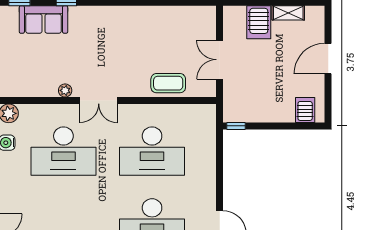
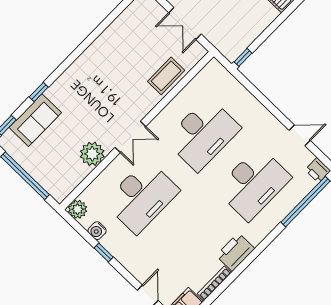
plant: (65, 90) -> (92, 154), width x1.88, depth x1.88

